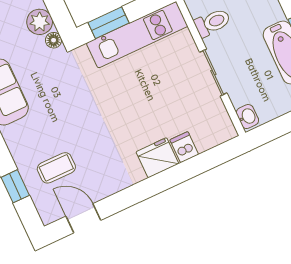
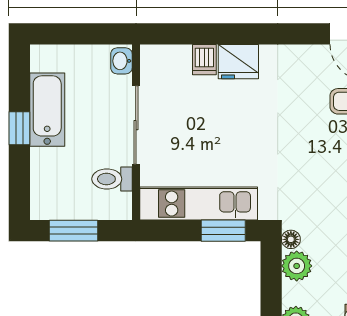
sliding door: (213, 73) -> (136, 125), width x1.37

